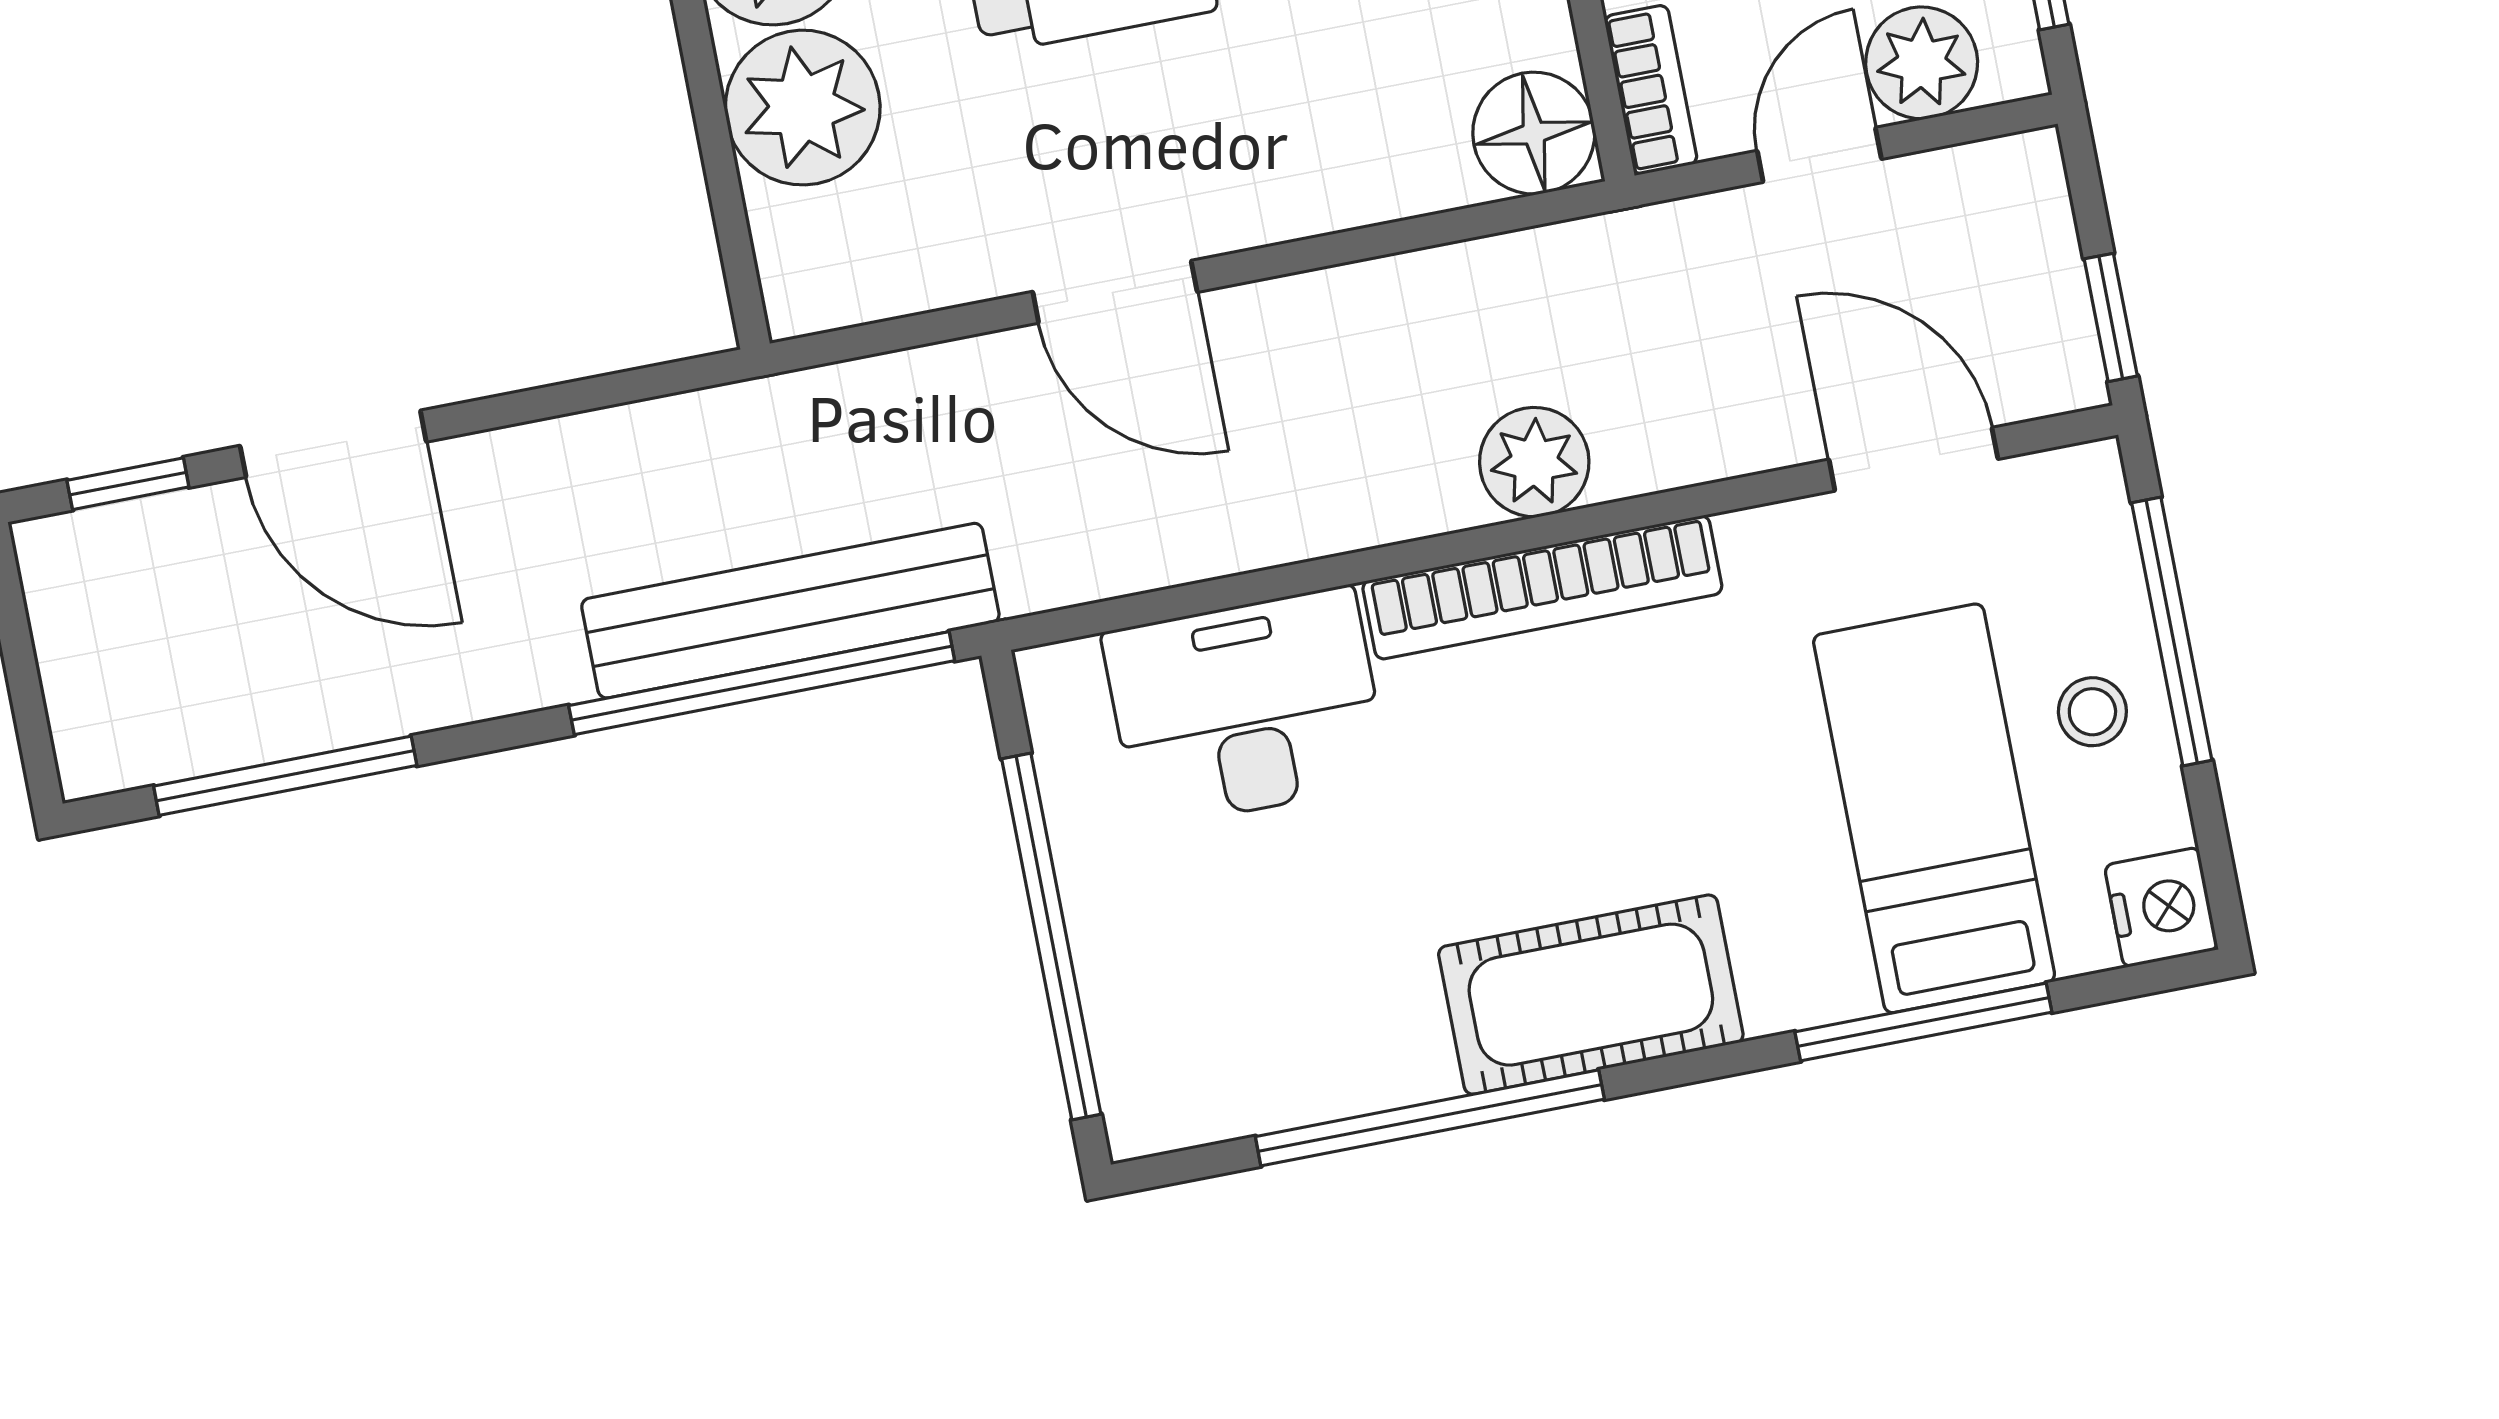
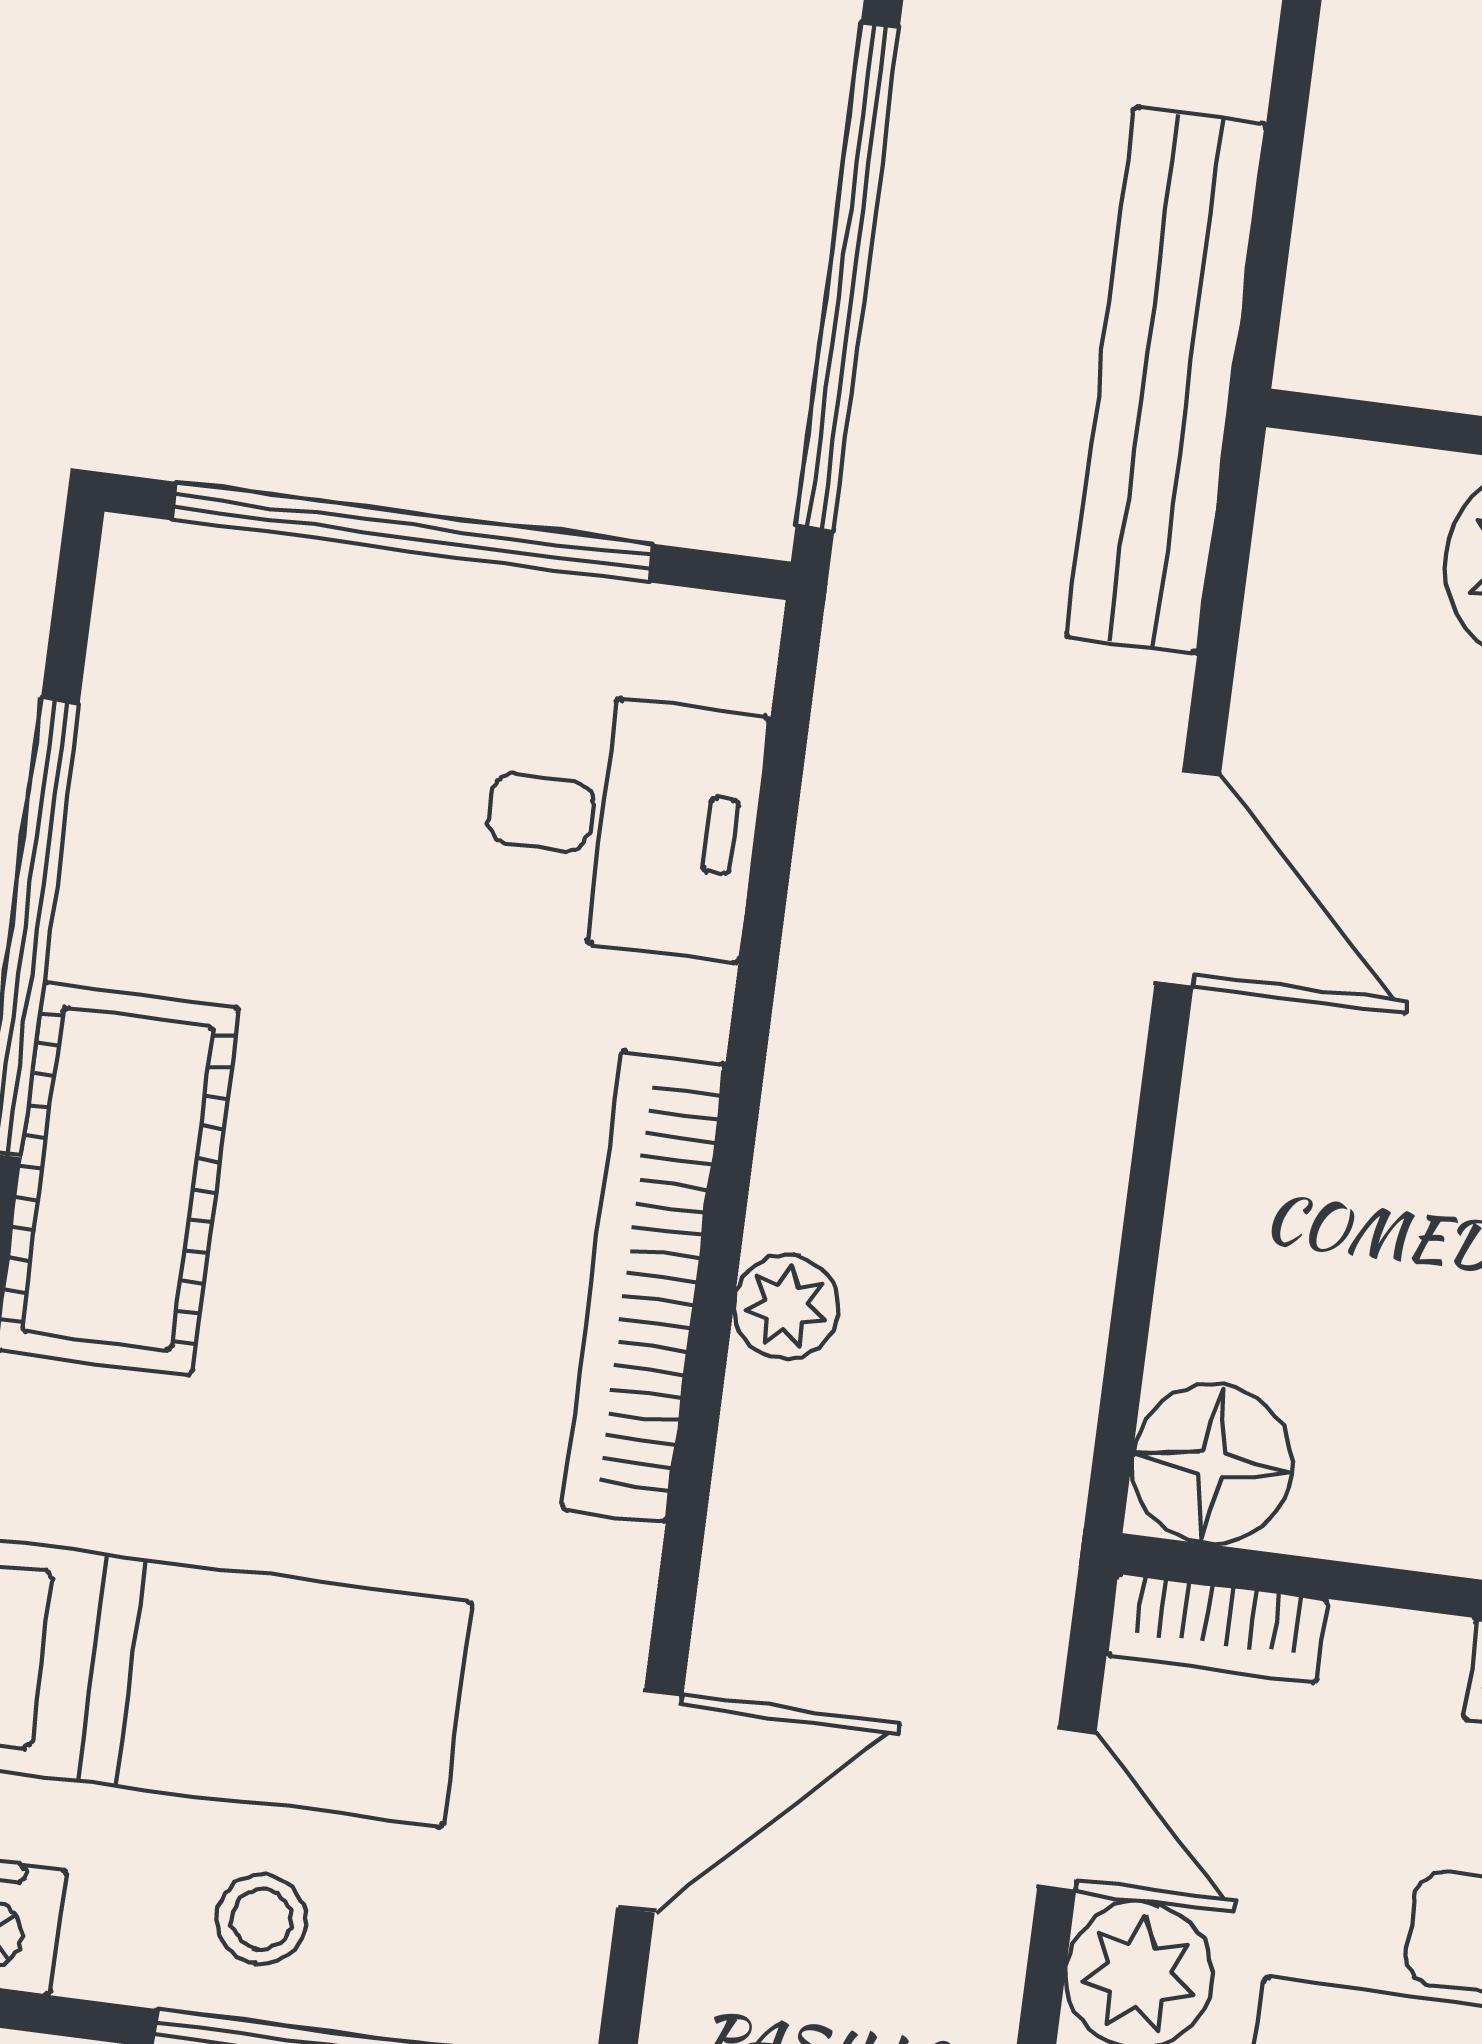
door: (1115, 292) -> (1188, 878), swing flipped
plant: (1534, 462) -> (786, 1307), width x0.73, depth x0.73
bench: (790, 611) -> (1166, 380), moved
desk: (1246, 708) -> (623, 823), width x0.73

